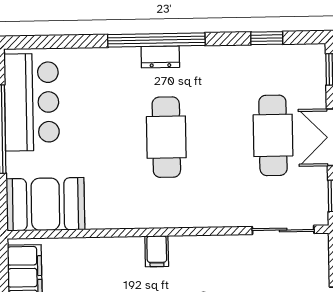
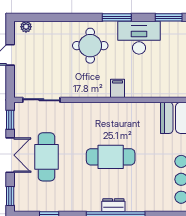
cafe table: (166, 137) -> (111, 157), turned 90

